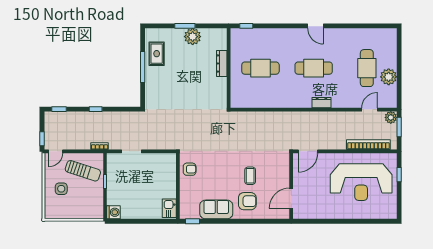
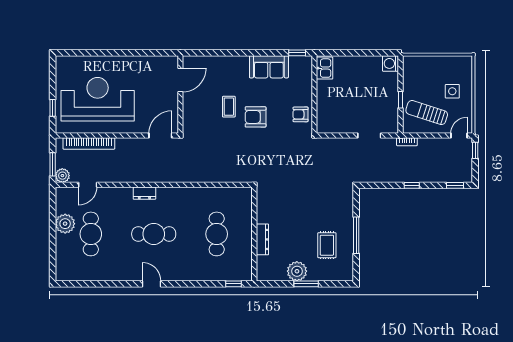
rug: (157, 54) -> (327, 245), moved
cafe table: (260, 68) -> (217, 234), turned 90
armchair: (247, 201) -> (256, 117), moved

